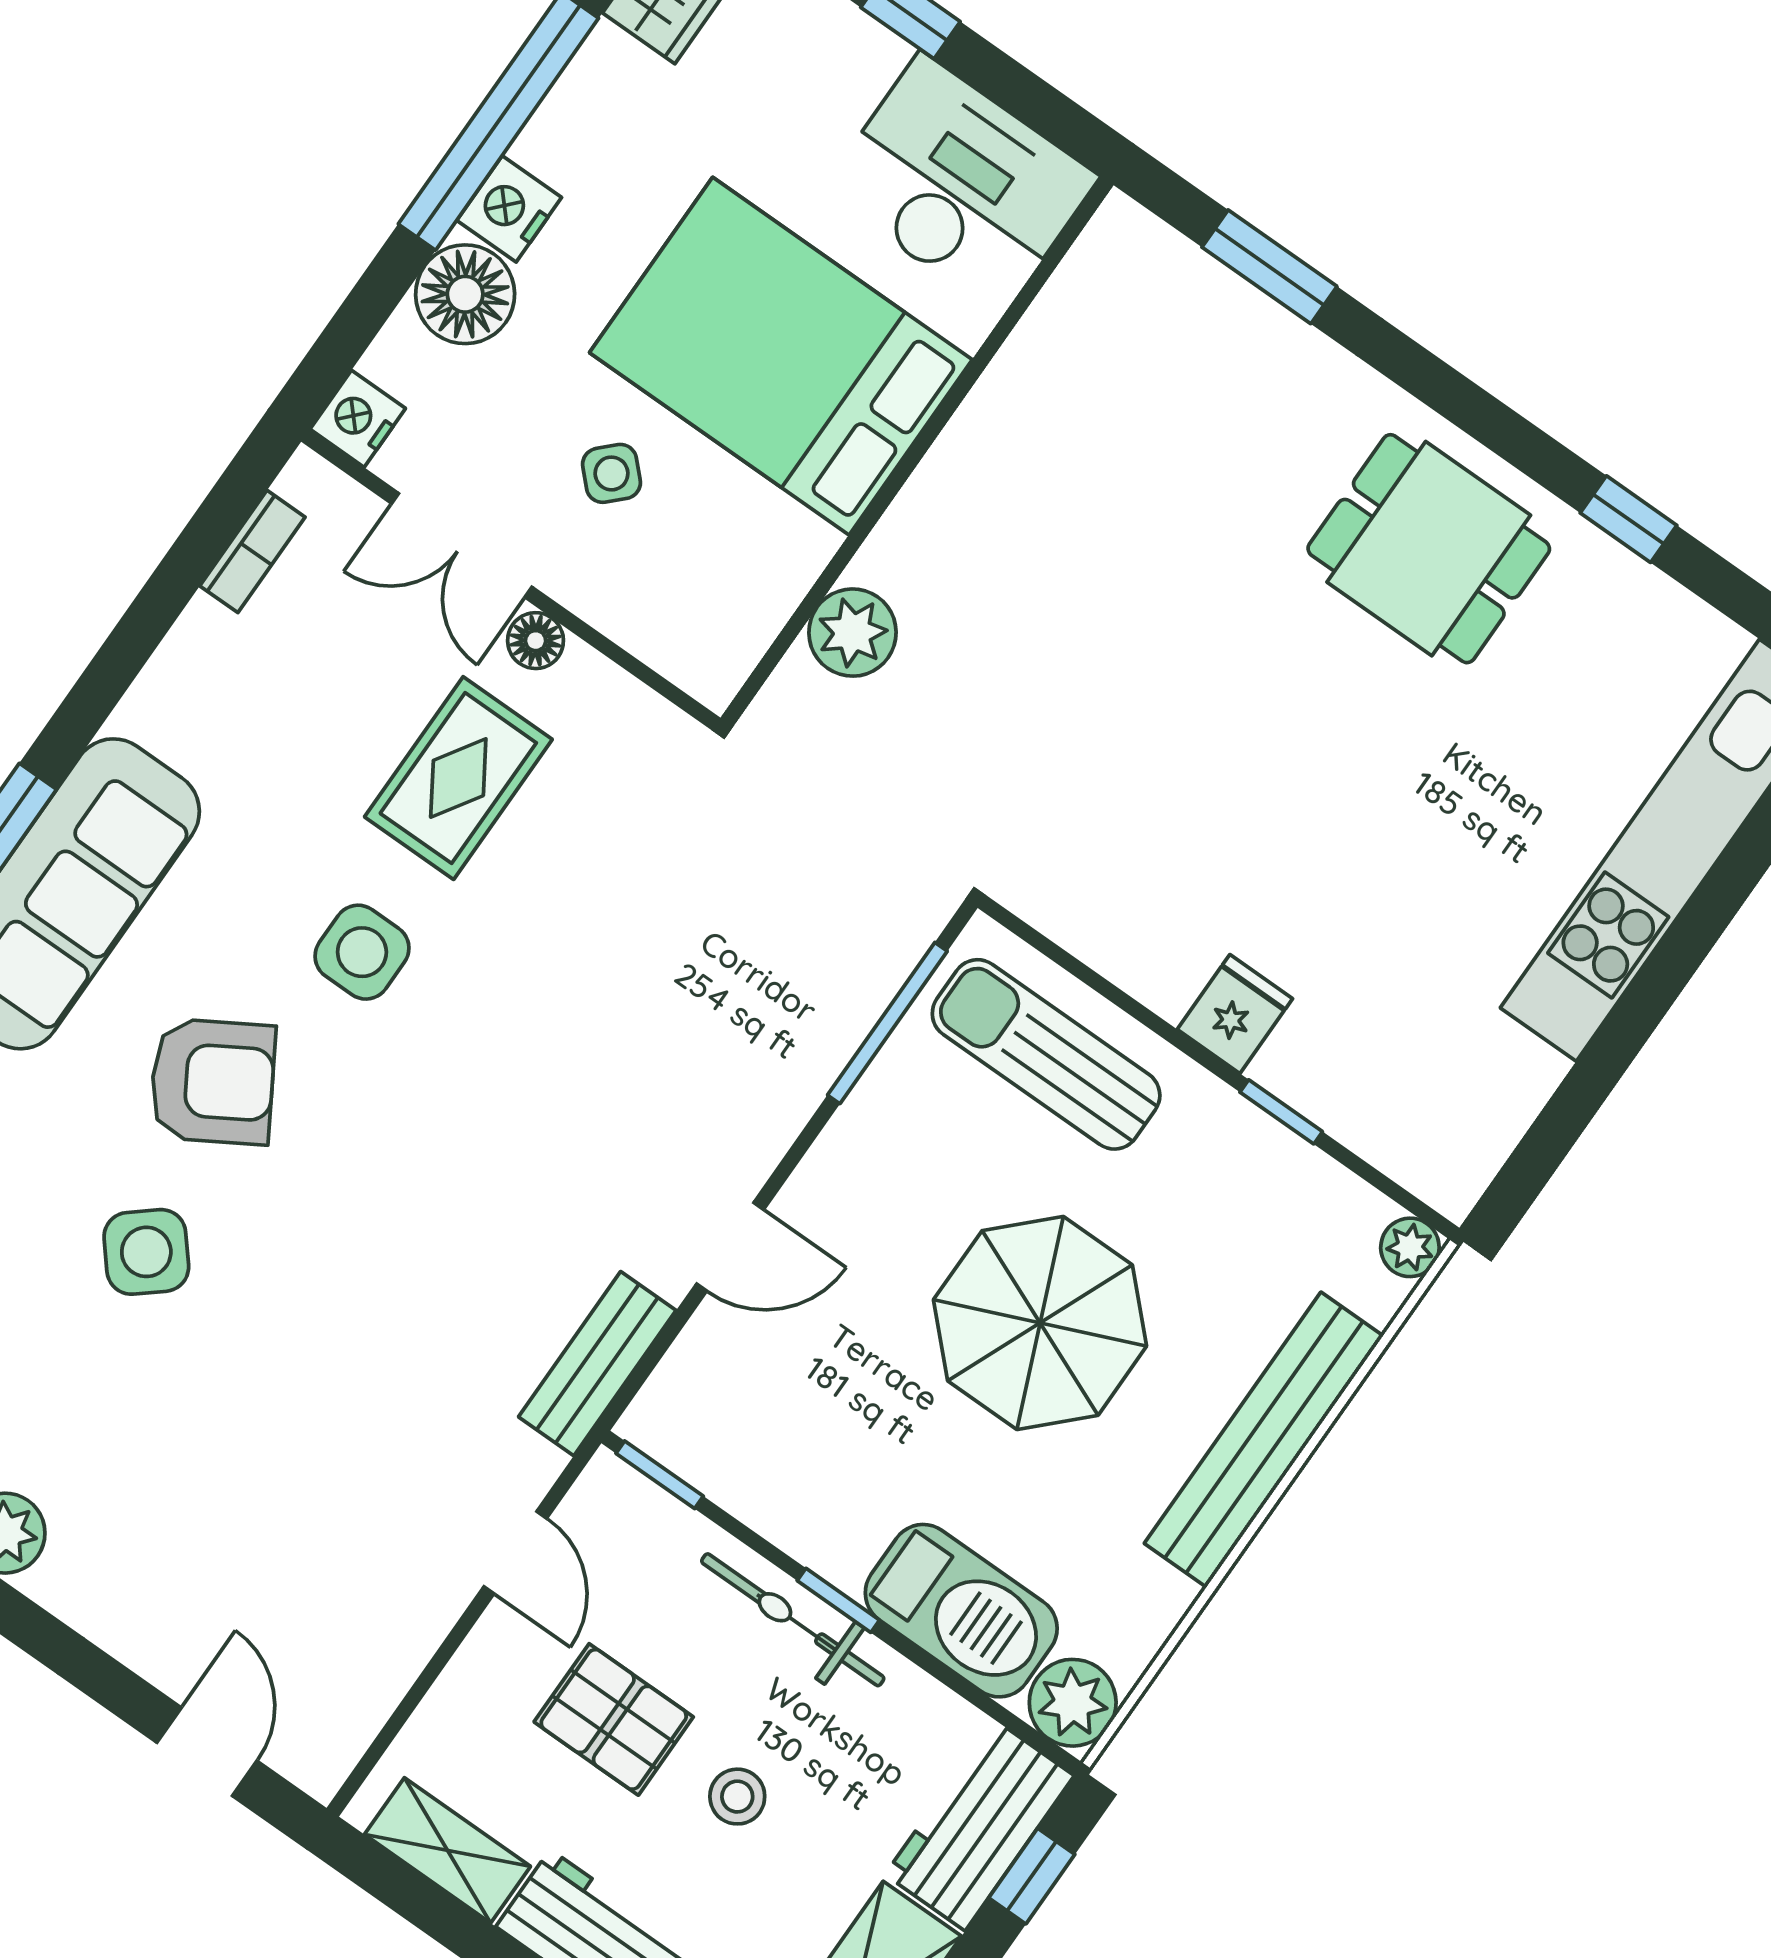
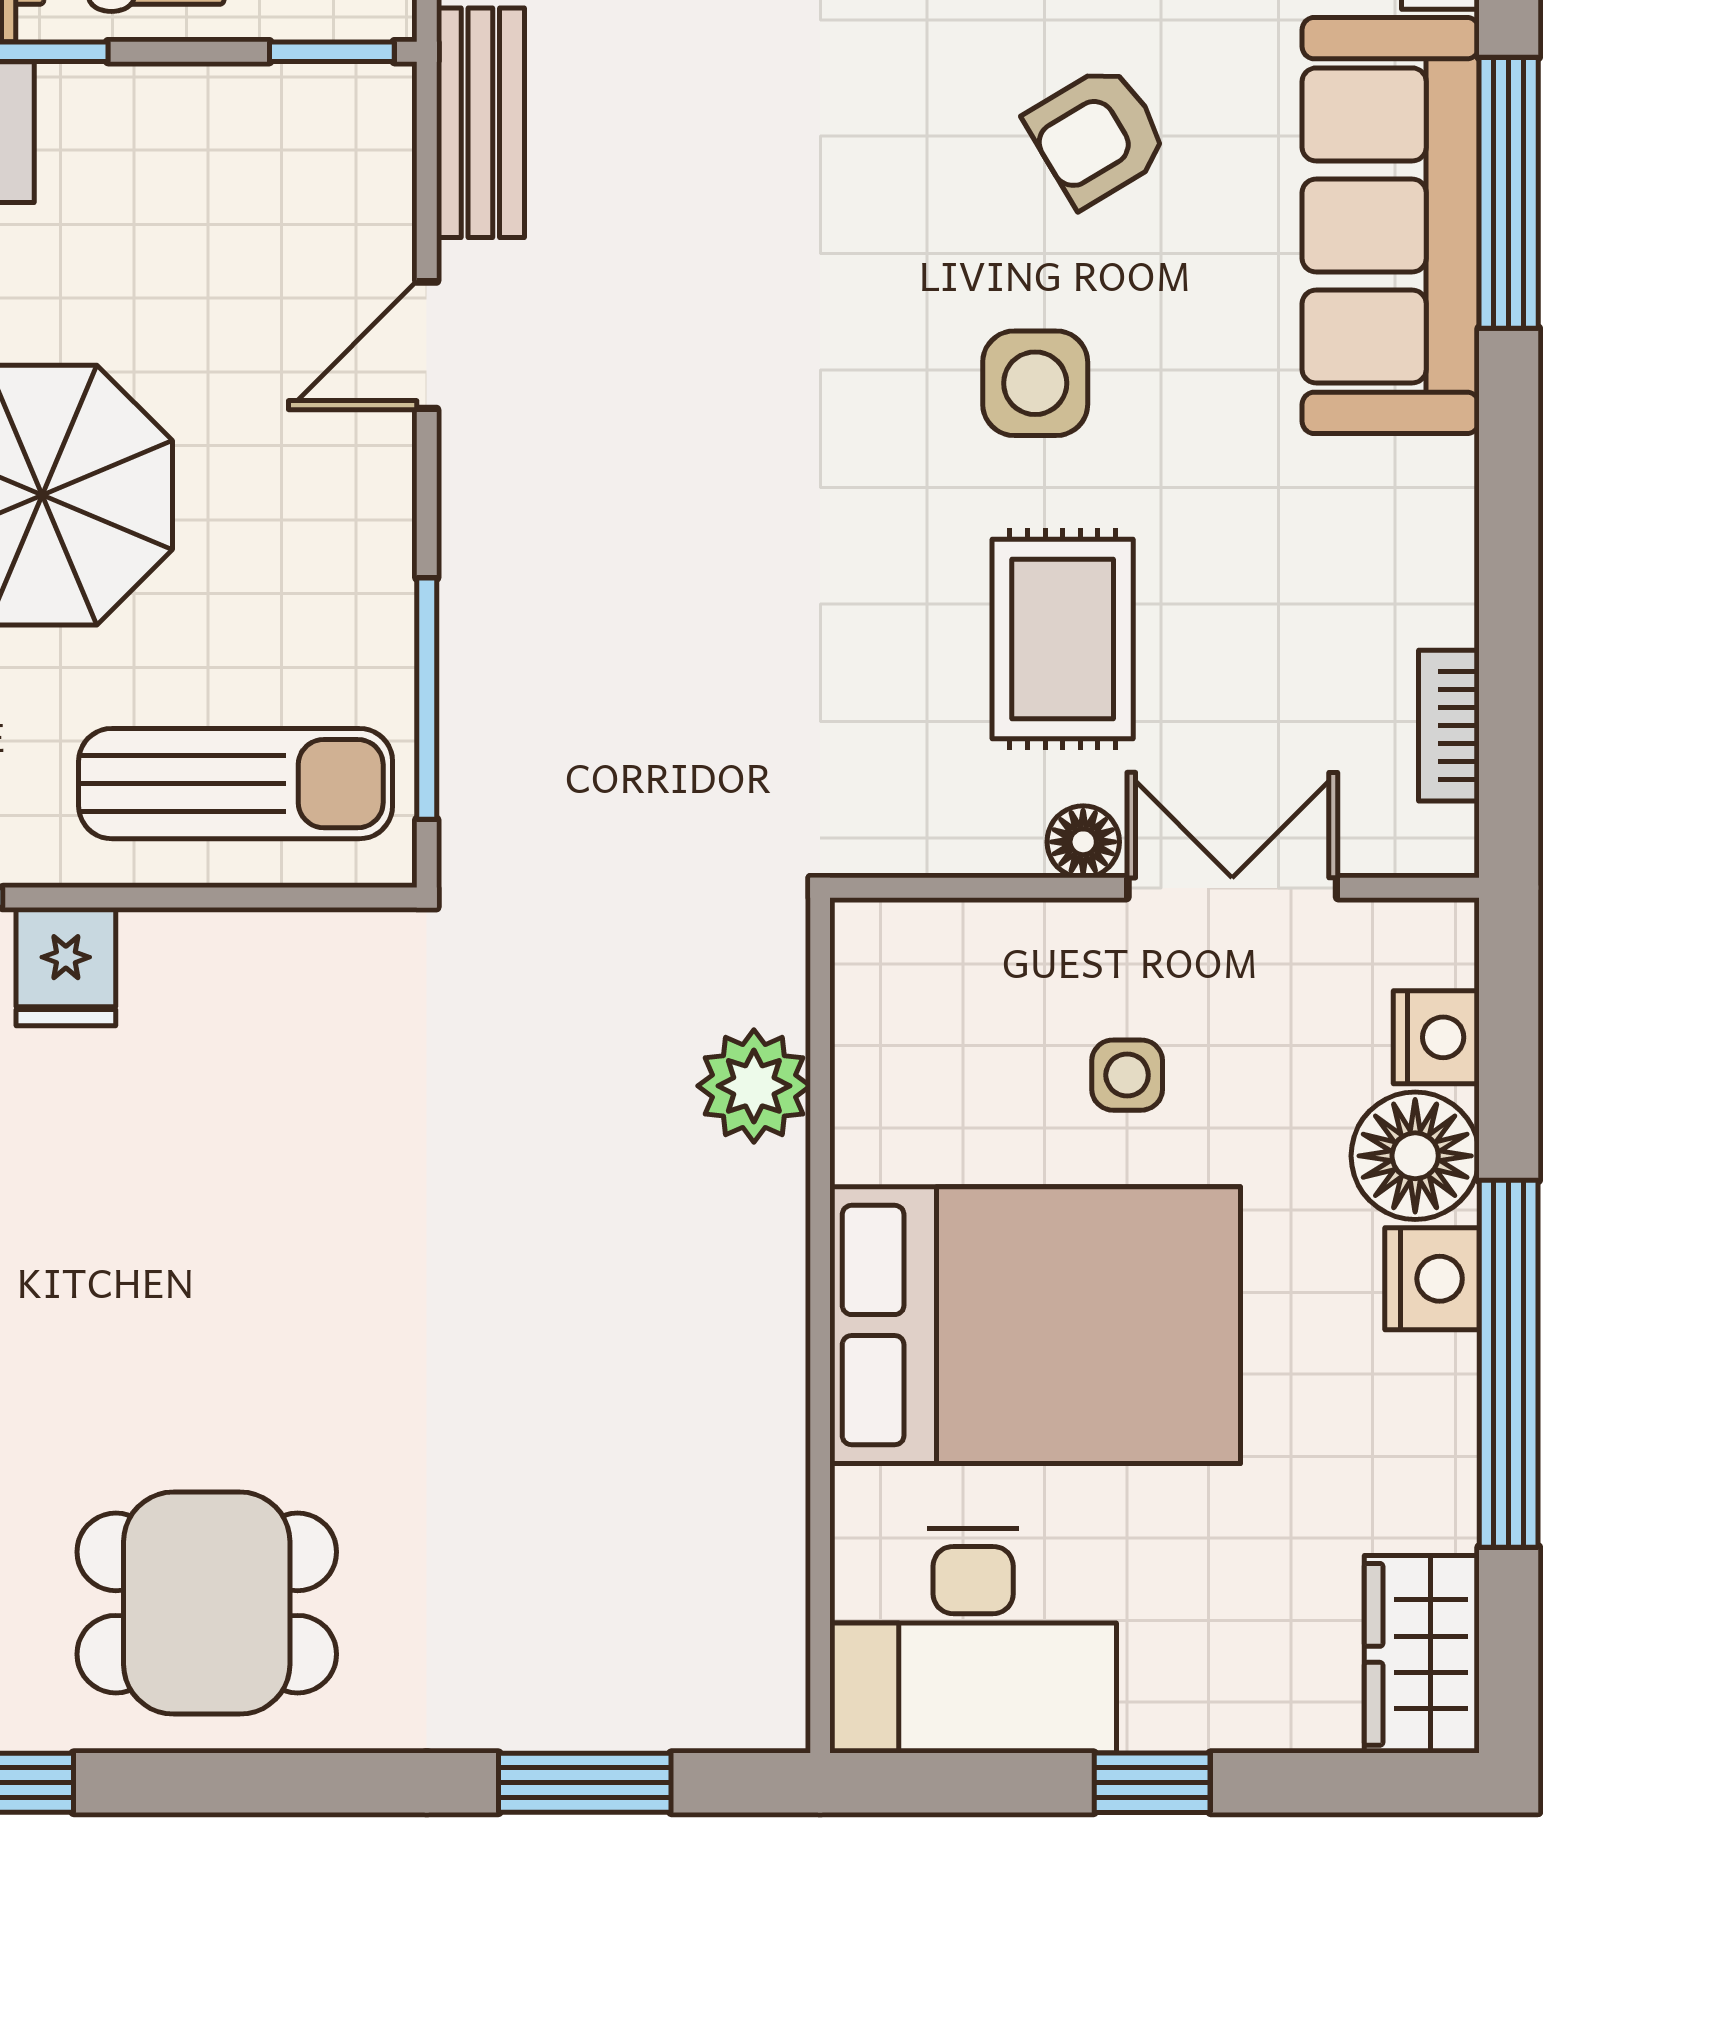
nightstand: (358, 419) -> (1436, 1037), moved
side table: (612, 473) -> (1127, 1075), turned 45
armchair: (213, 1081) -> (1097, 135), width x0.72, depth x0.72

